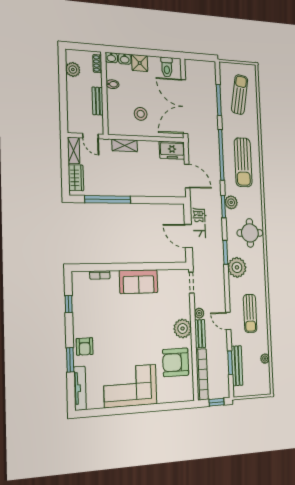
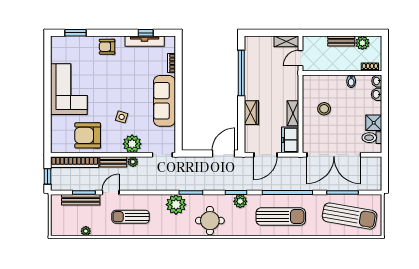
shower: (140, 63) -> (374, 123), moved
sun lounger: (240, 95) -> (350, 216), width x1.36, depth x1.34
bench: (98, 101) -> (341, 41), moved
double door: (184, 107) -> (334, 155), swing flipped
shelving: (125, 145) -> (293, 113), moved
sun lounger: (243, 162) -> (281, 217), turned 180
wardrobe: (76, 178) -> (251, 113), moved, turned -90
door: (188, 236) -> (224, 154), moved
sofa: (139, 282) -> (164, 101), width x1.36
door: (228, 321) -> (111, 193), moved
side table: (156, 327) -> (122, 117), added
plant: (183, 328) -> (132, 144), moved
window: (70, 360) -> (76, 33), moved
armchair: (176, 362) -> (88, 135), turned -90
tv unit: (80, 388) -> (145, 41), moved

